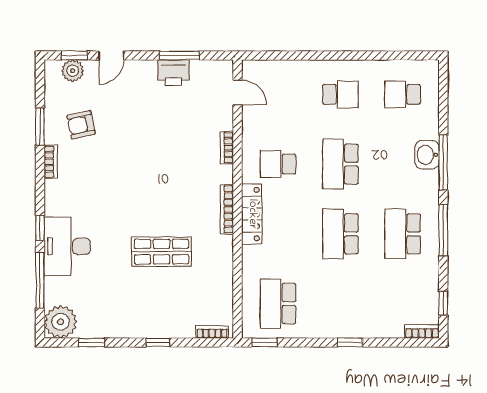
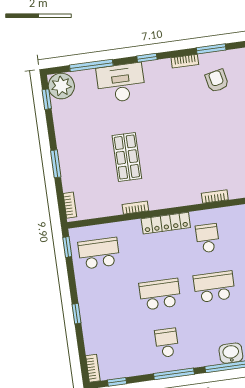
bookcase: (227, 209) -> (135, 208), moved, width x0.64
window: (40, 228) -> (147, 58), moved
school desk: (403, 234) -> (167, 343), width x0.54
window: (92, 342) -> (47, 99), moved
window: (158, 342) -> (56, 164), width x1.50

